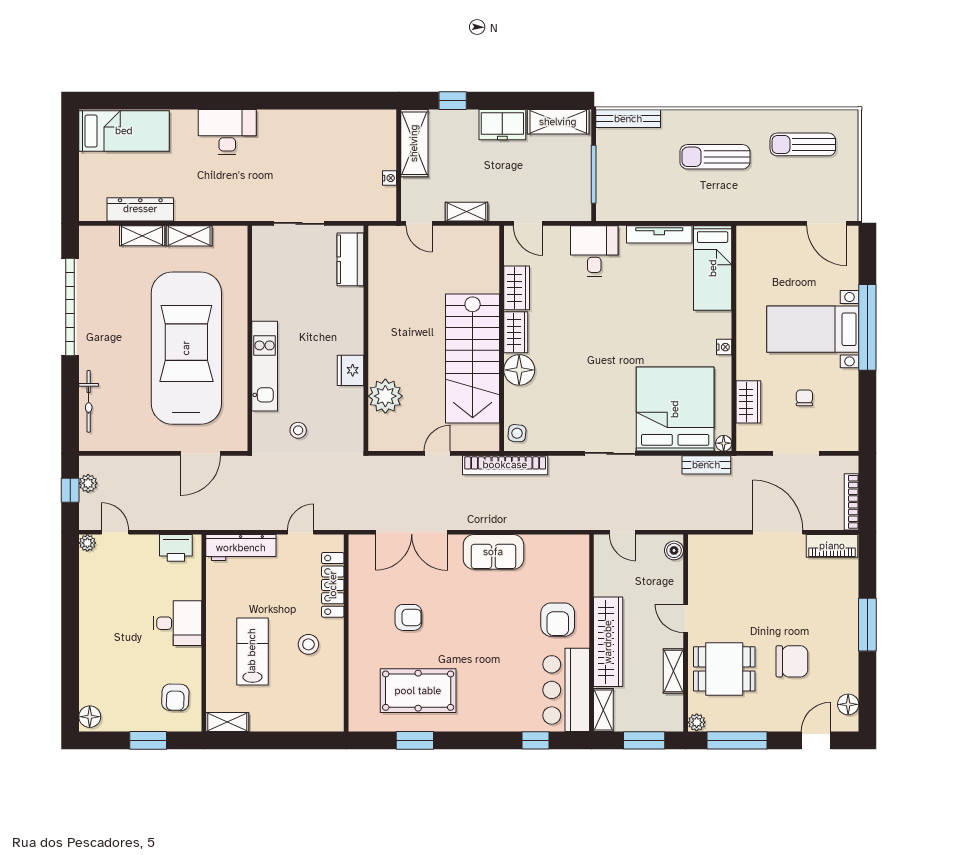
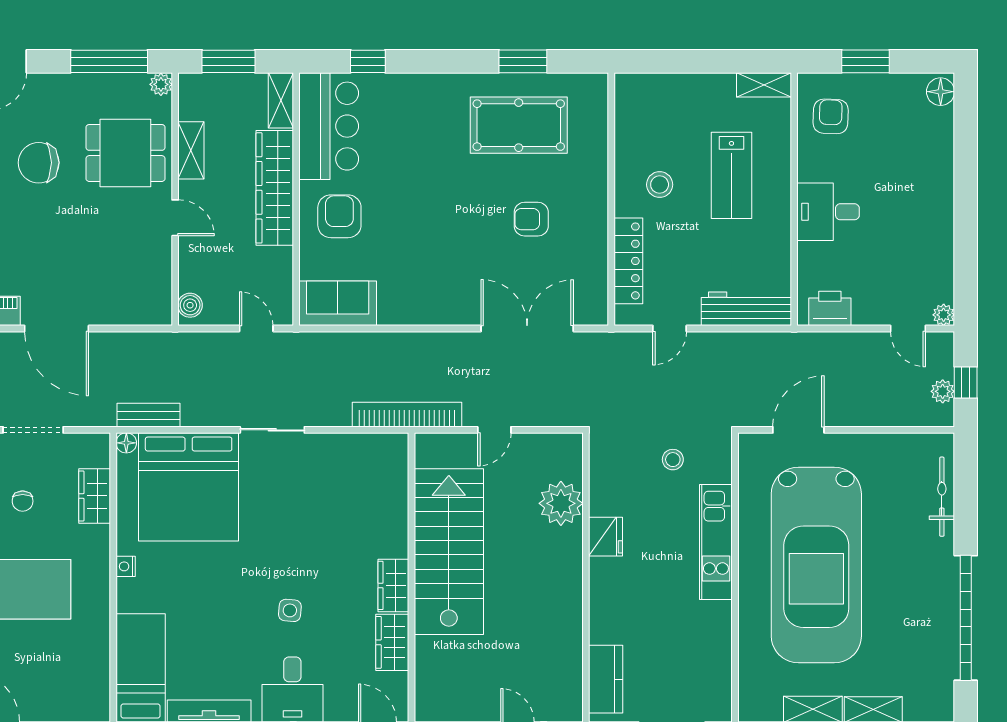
floor lamp: (519, 370) -> (389, 537), removed
side table: (517, 433) -> (290, 610), moved
sofa: (493, 552) -> (338, 303), moved

